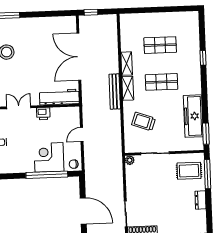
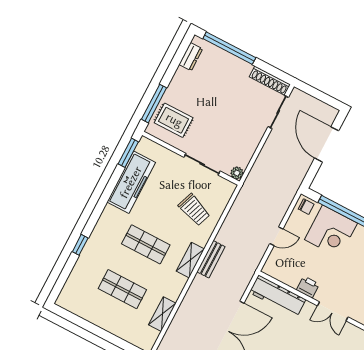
shelving: (127, 64) -> (162, 314), moved
bench: (115, 92) -> (211, 259), width x0.73
dresser: (200, 200) -> (191, 57), moved

